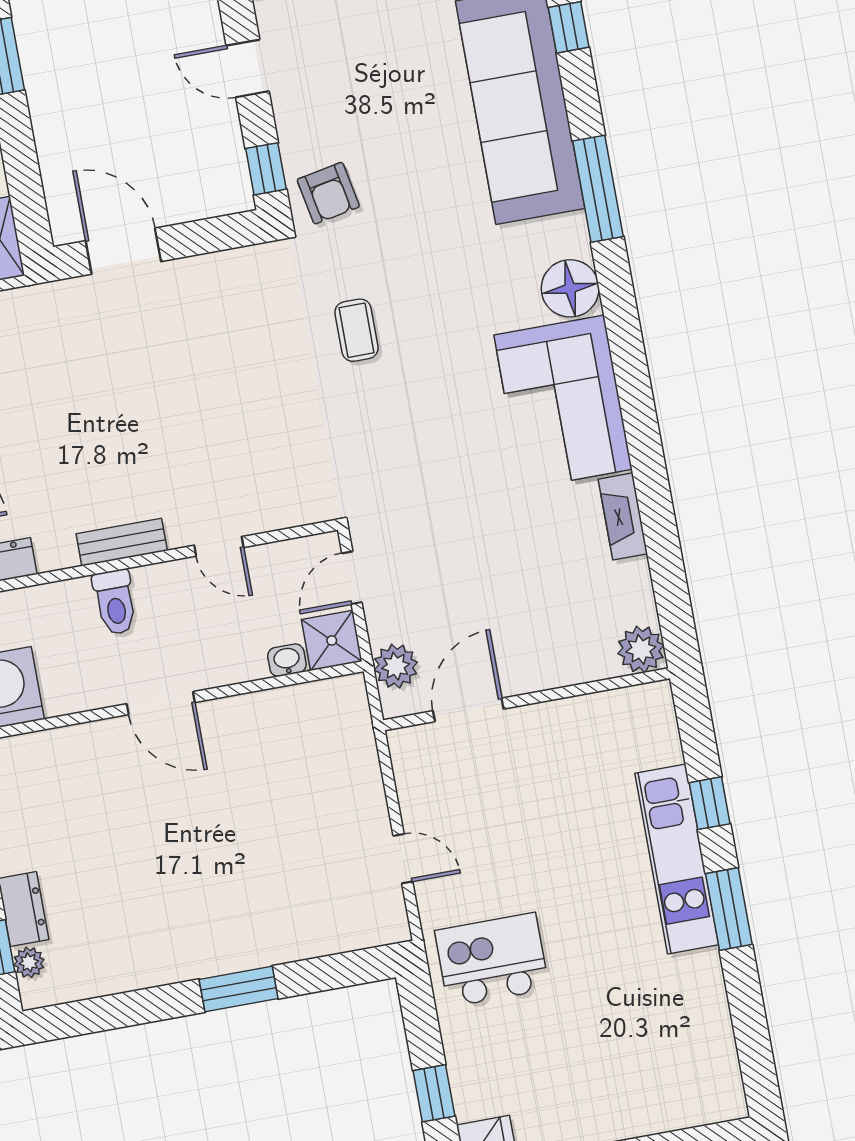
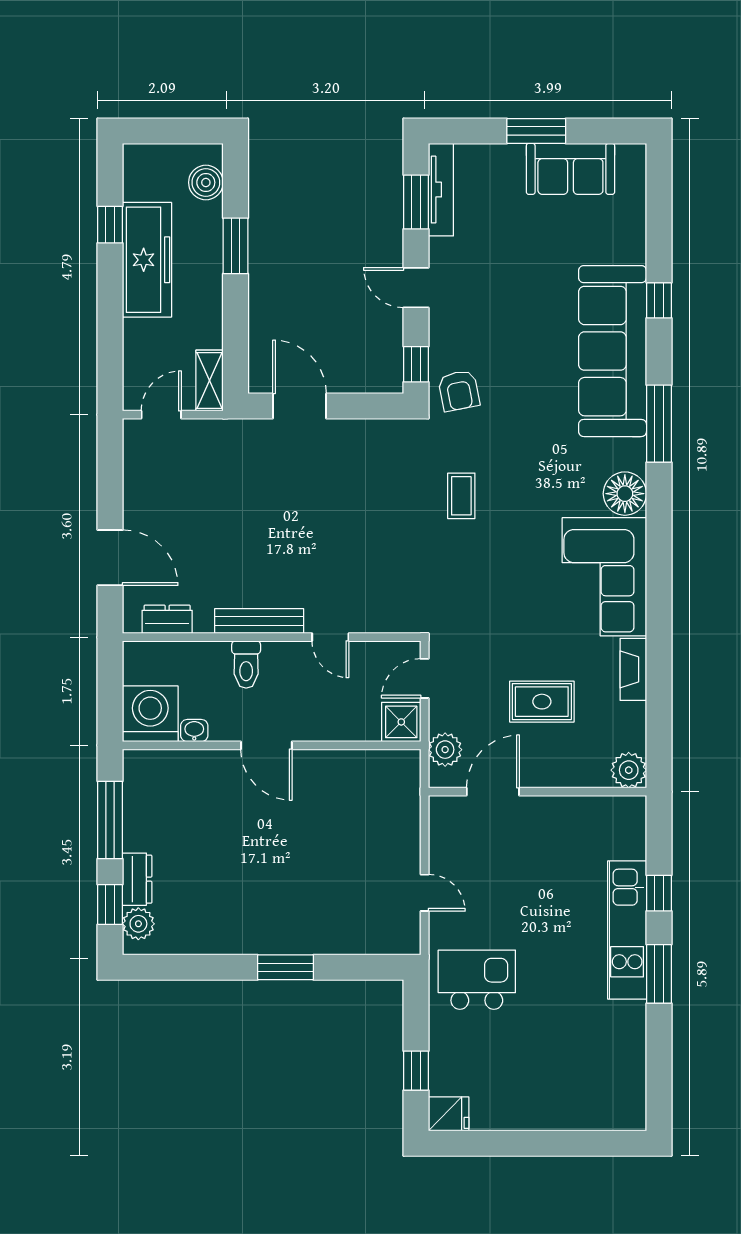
bench: (122, 542) -> (259, 621), width x1.36
rug: (511, 580) -> (542, 702), added
washbasin: (287, 660) -> (194, 731), moved
plant: (29, 962) -> (138, 924), width x1.38, depth x1.38

